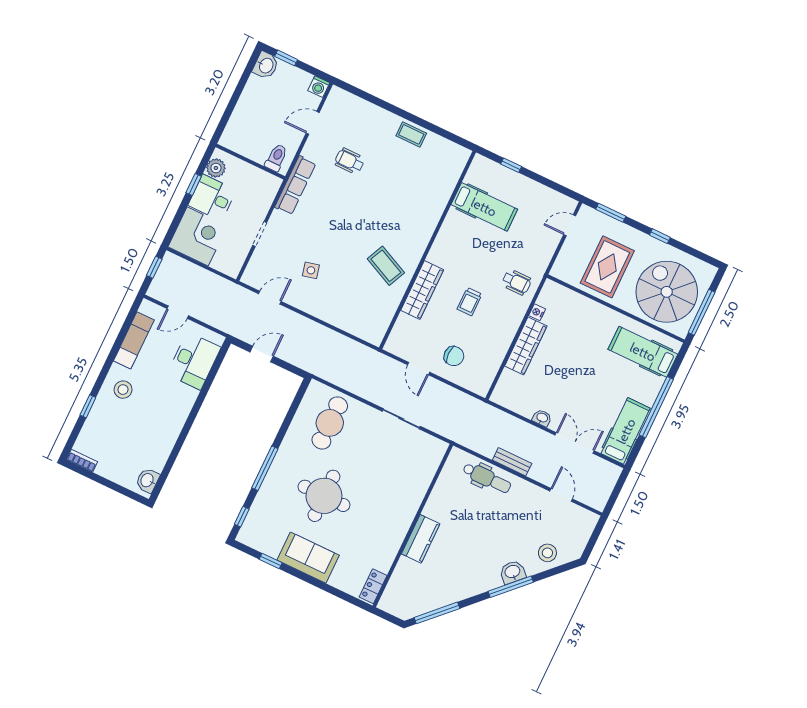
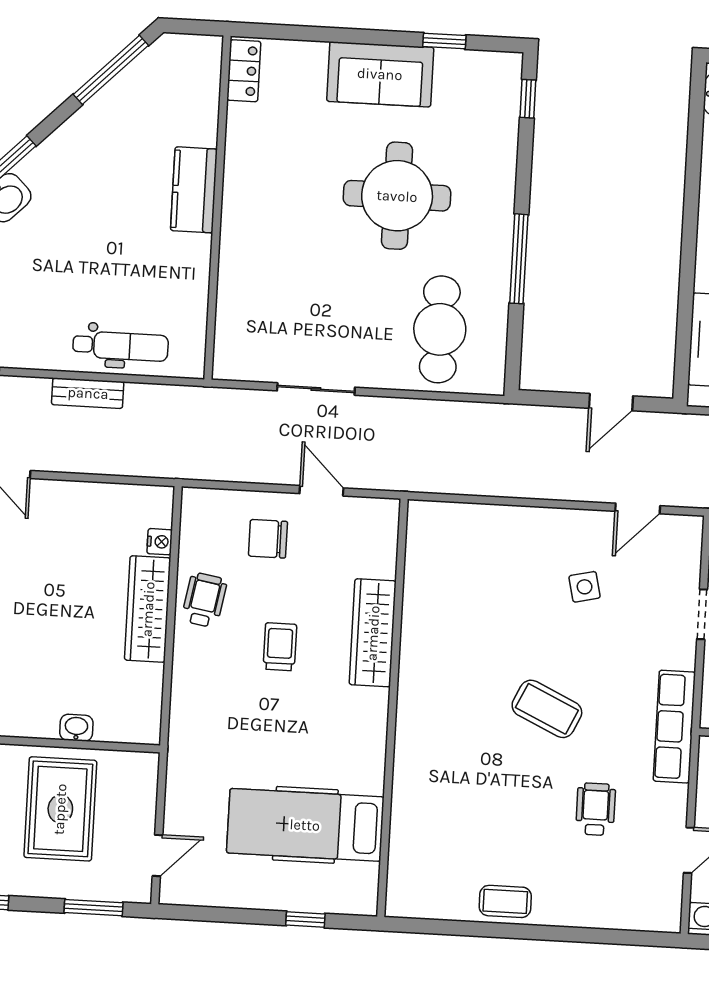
wheelchair: (350, 161) -> (596, 809), turned -90
hospital bed: (484, 207) -> (305, 825), width x1.37, depth x1.29
coffee table: (386, 266) -> (547, 709), moved
wheelchair: (517, 282) -> (204, 600), moved, turned 100
nightstand: (537, 312) -> (160, 542), moved
washbasin: (542, 418) -> (76, 728), moved, turned 180
window: (265, 468) -> (519, 259), moved
dental chair: (487, 478) -> (121, 346), turned 180

